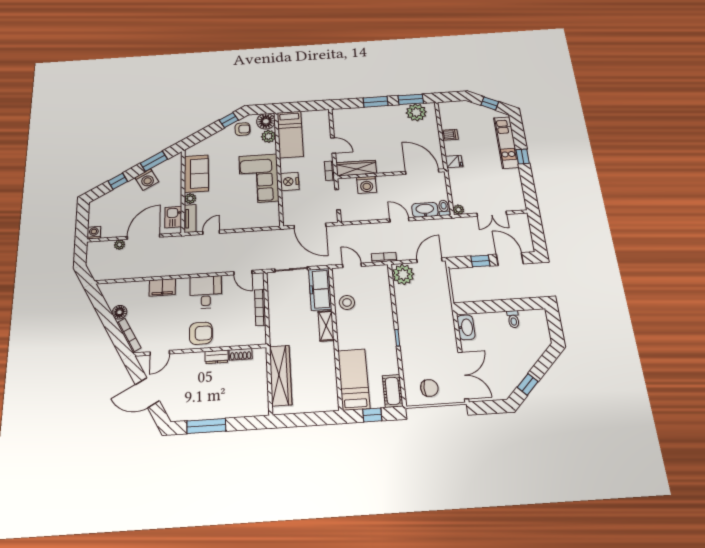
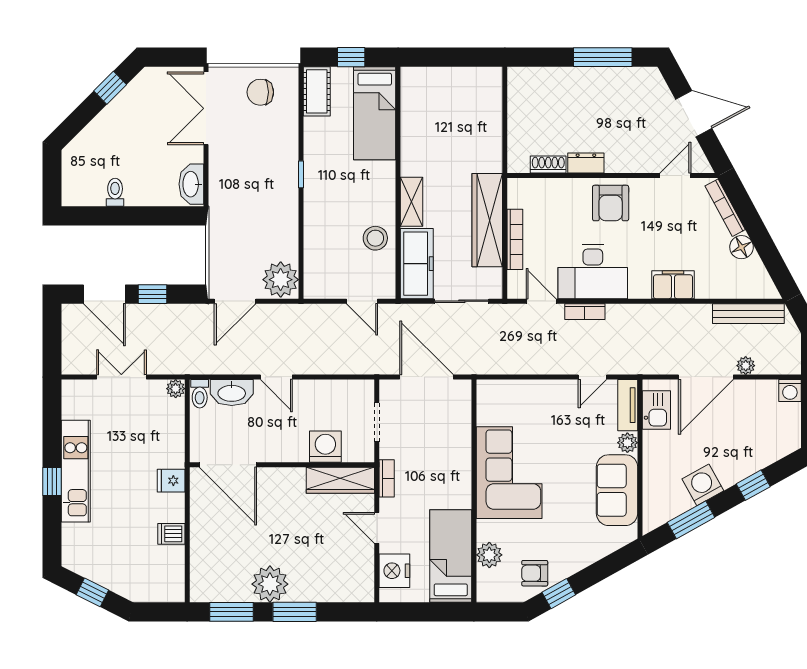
plant: (416, 112) -> (270, 584), moved
floor lamp: (266, 121) -> (493, 586), removed
kitchen unit: (506, 142) -> (76, 471), moved
nightstand: (290, 181) -> (394, 571), moved, turned 180
bookcase: (384, 257) -> (585, 312), moved
bench: (117, 274) -> (748, 314), added
desk: (206, 292) -> (593, 272), width x1.37
armchair: (201, 333) -> (611, 203), turned -90
wardrobe: (280, 375) -> (487, 220), moved

